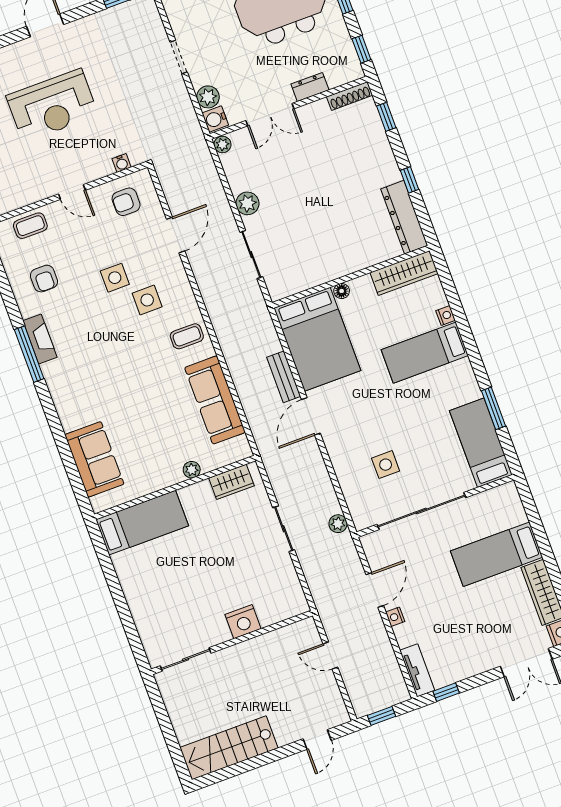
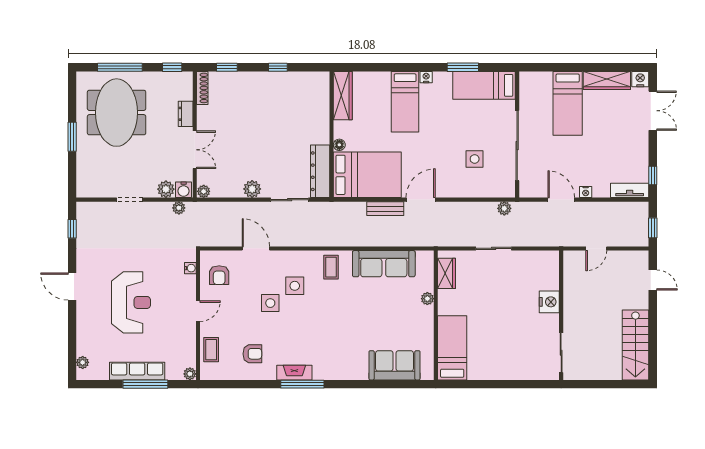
plant: (191, 121) -> (179, 208), added
dresser: (404, 217) -> (320, 171), moved, turned 90
nightstand: (446, 315) -> (426, 77), moved
door: (311, 416) -> (421, 200), swing flipped

